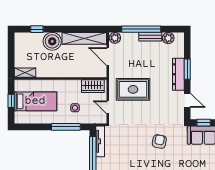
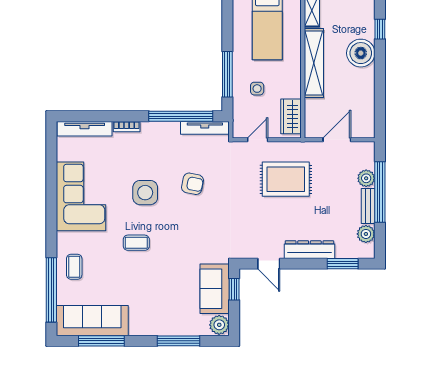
shelving: (84, 38) -> (314, 63), moved
plant: (115, 38) -> (366, 178), moved
window: (187, 69) -> (343, 264), moved
rug: (133, 89) -> (286, 179), turned 90
door: (187, 100) -> (269, 264), hinge flipped
armchair: (159, 141) -> (192, 184), moved

